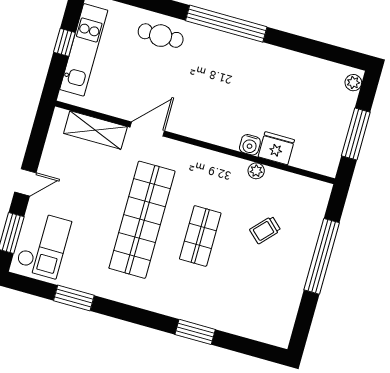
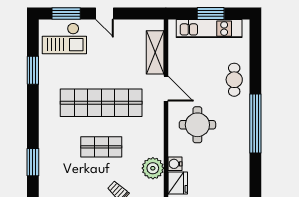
window: (64, 42) -> (211, 14), width x1.50
round table: (207, 101) -> (197, 125), added
plant: (256, 171) -> (153, 168), width x1.88, depth x1.88

